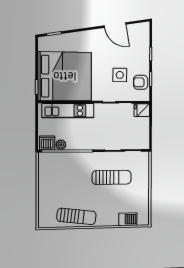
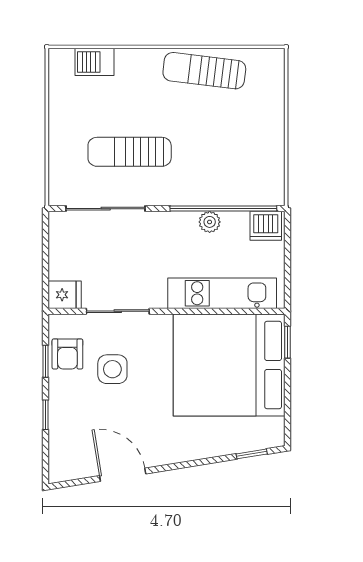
armchair: (141, 82) -> (67, 354), turned 90
plant: (61, 145) -> (210, 222), moved

